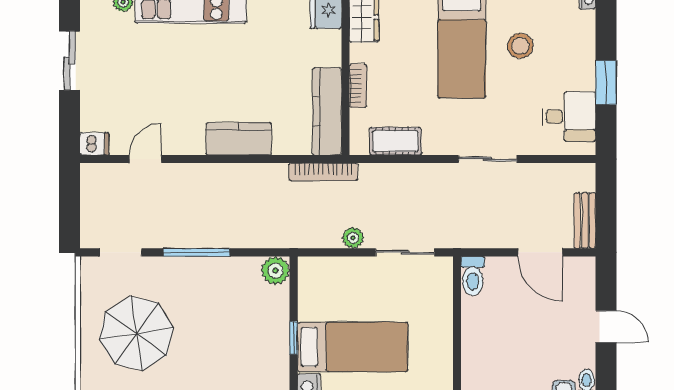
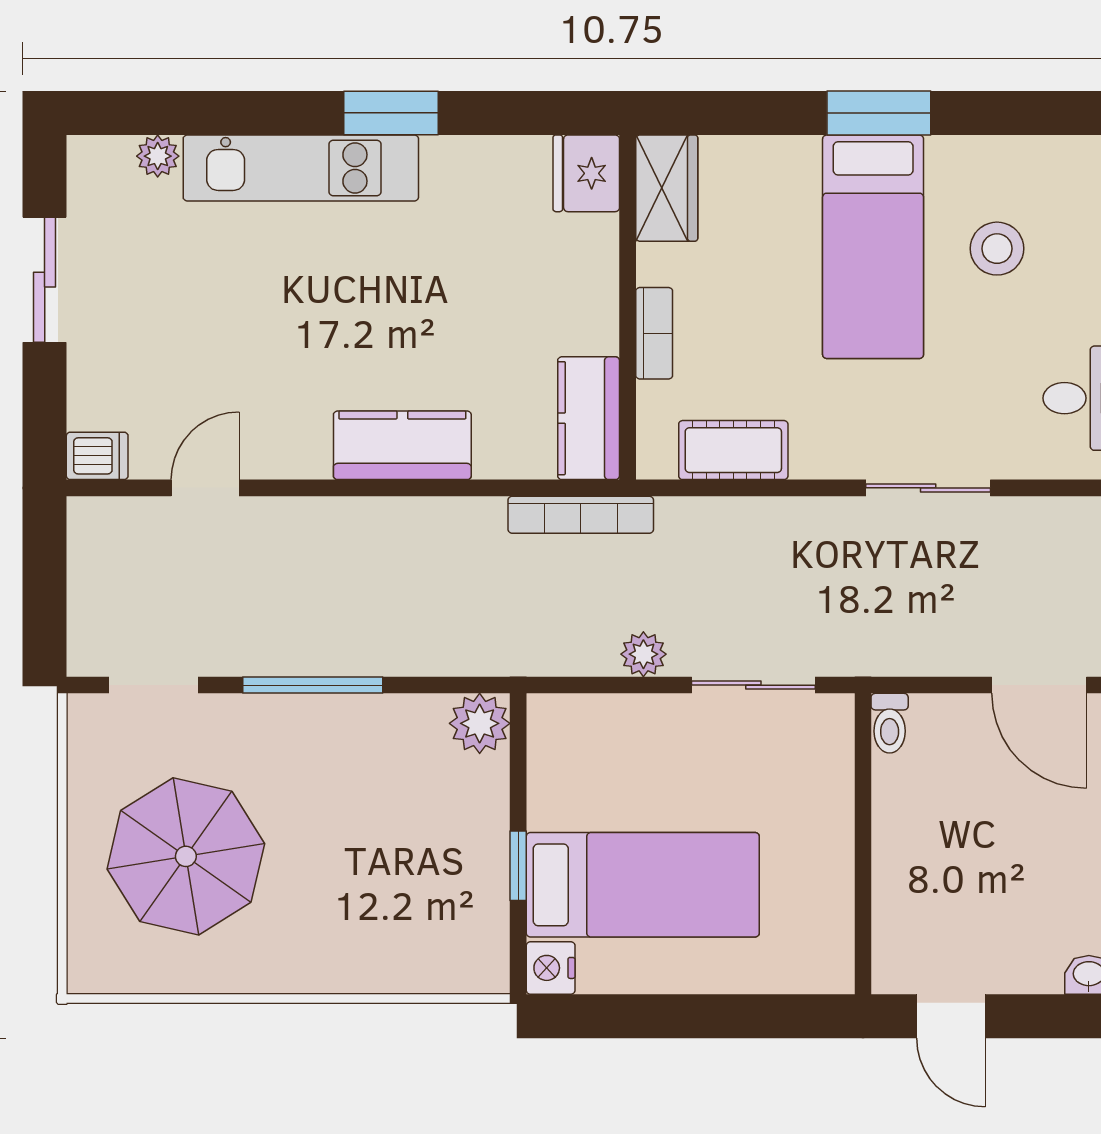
kitchen counter: (327, 111) -> (589, 418), width x0.67
toilet: (473, 276) -> (890, 723), width x0.73, depth x0.72

